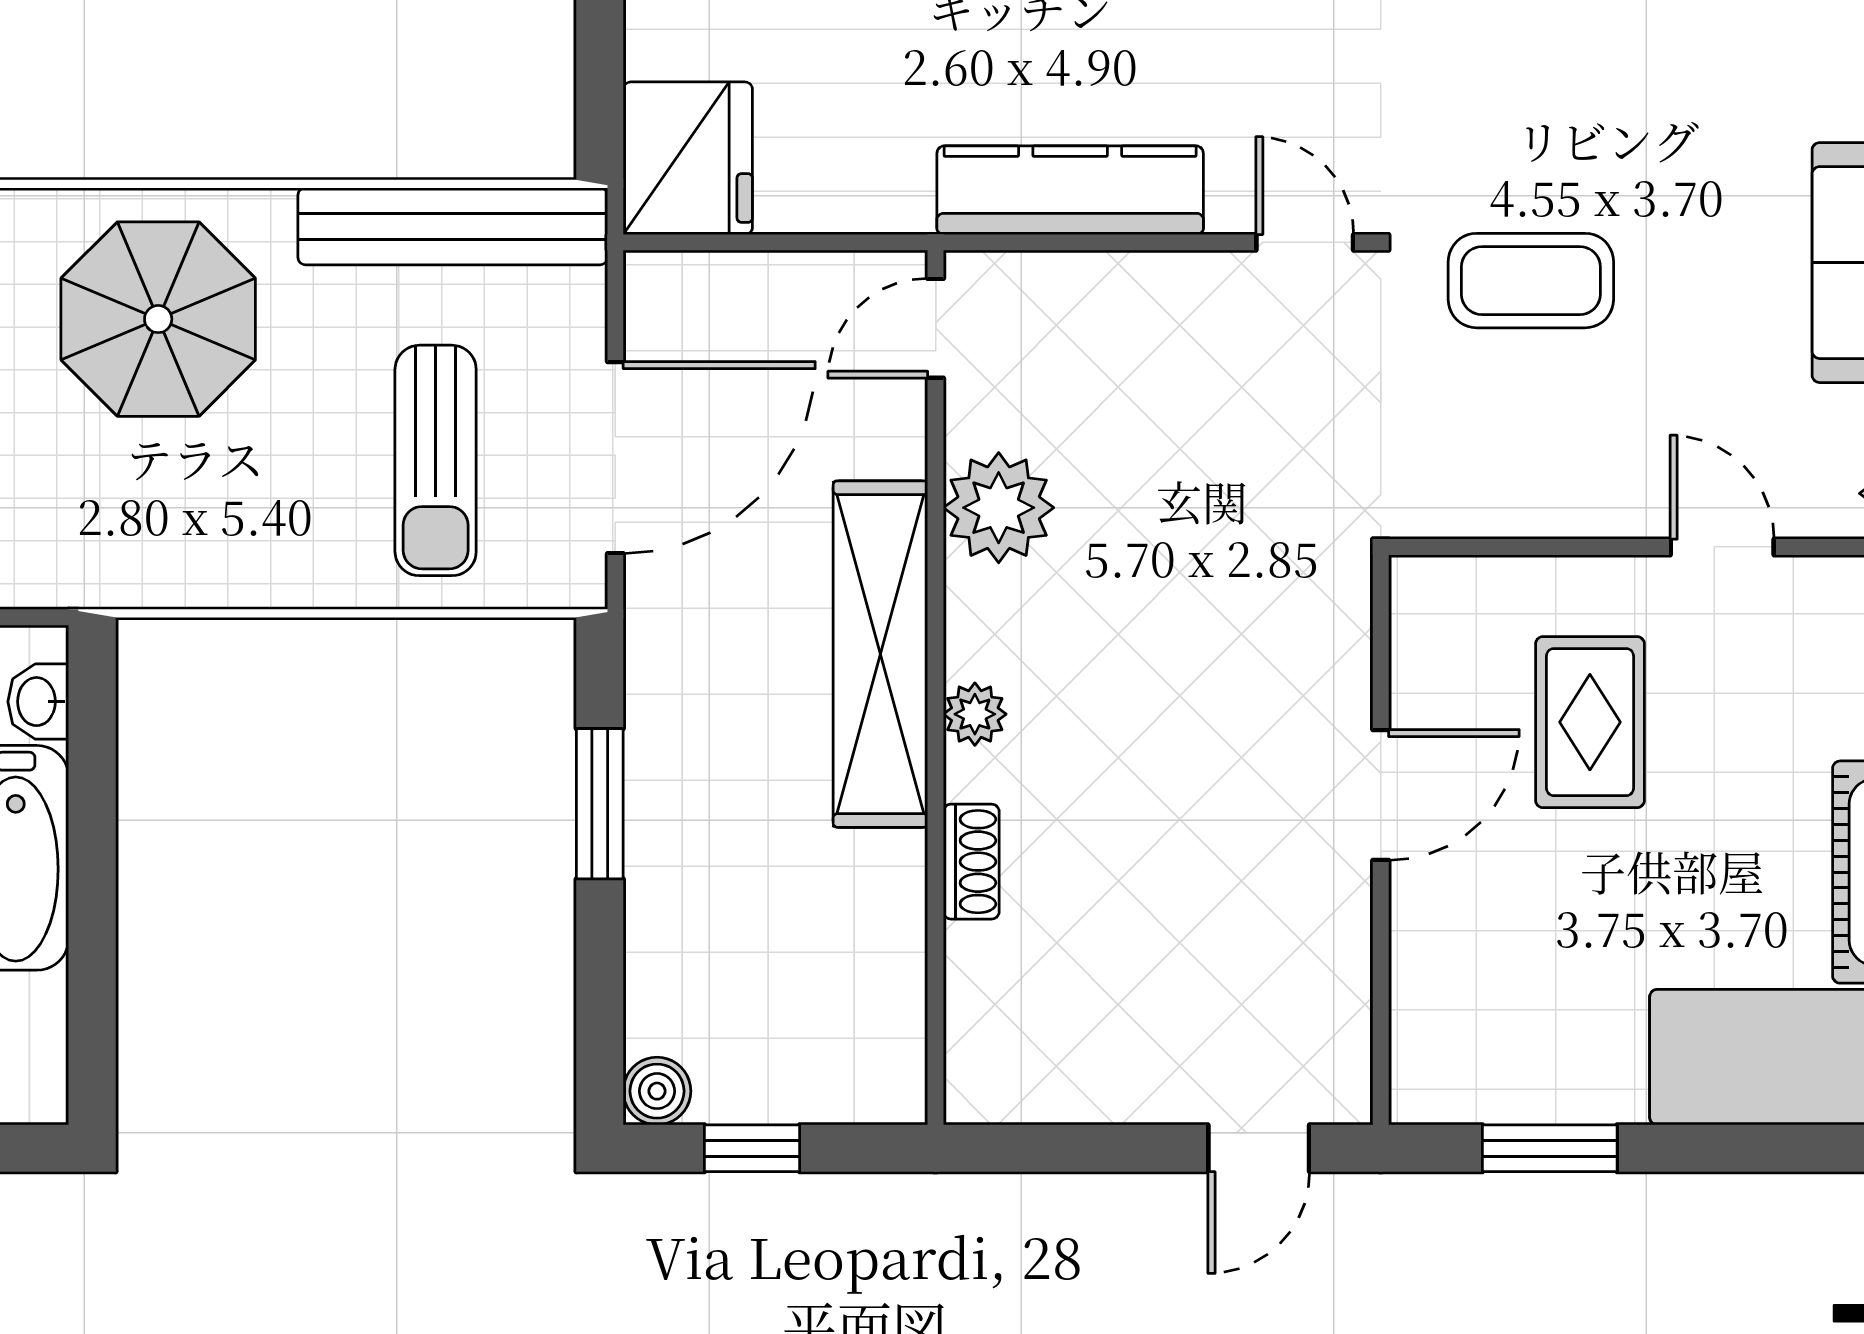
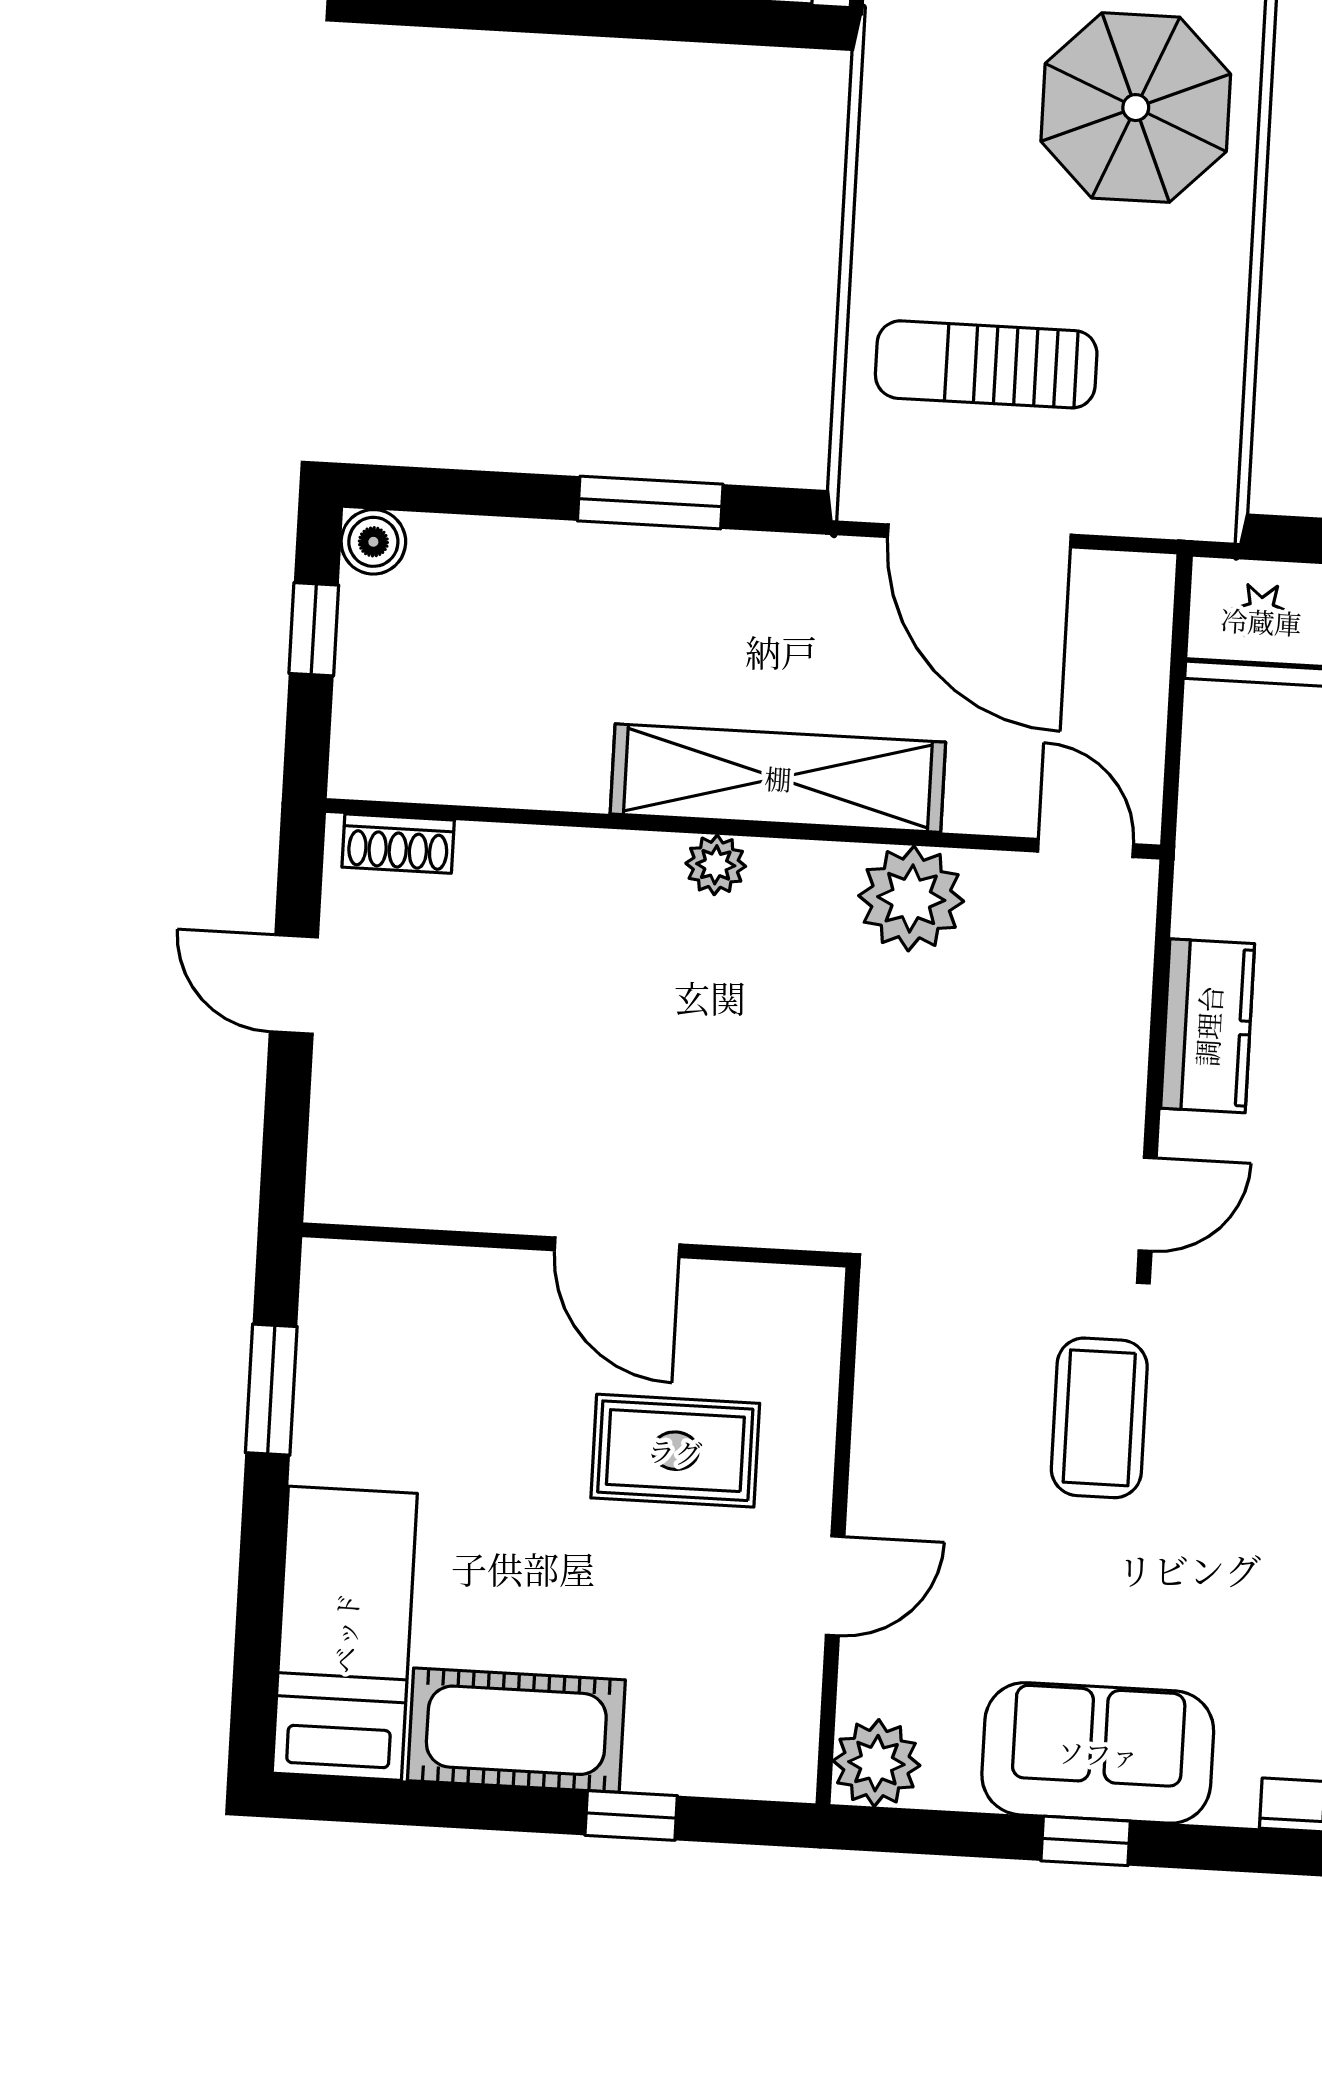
kitchen counter: (1070, 190) -> (1208, 1026), width x0.67
bench: (453, 226) -> (1208, 393), removed
shoe rack: (971, 862) -> (398, 844), moved
door: (1259, 1148) -> (294, 984), moved

